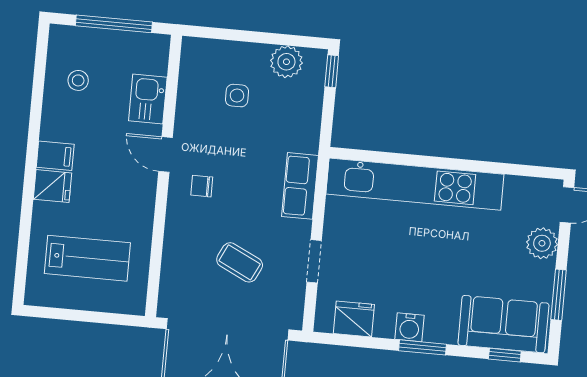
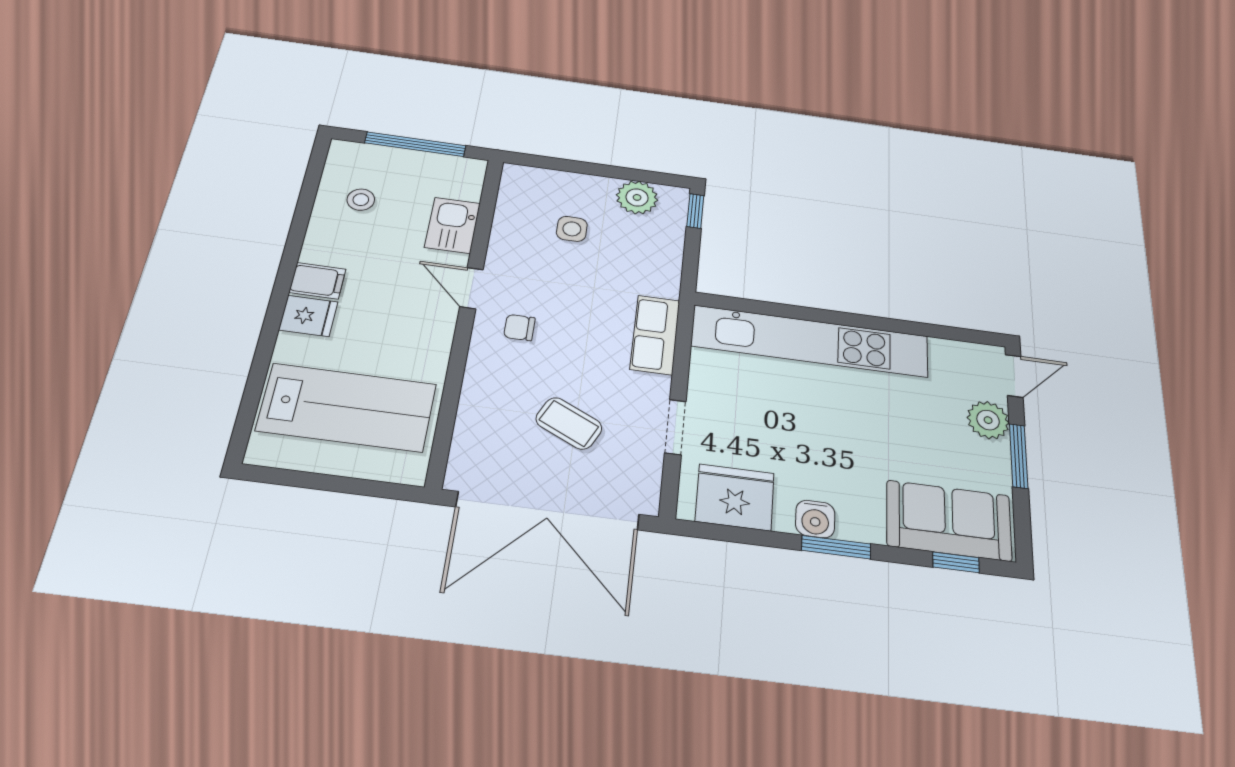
lab bench: (87, 258) -> (347, 407), width x1.36, depth x1.39
window: (559, 295) -> (1019, 456), moved
fridge: (354, 319) -> (735, 497), width x1.36, depth x1.34

